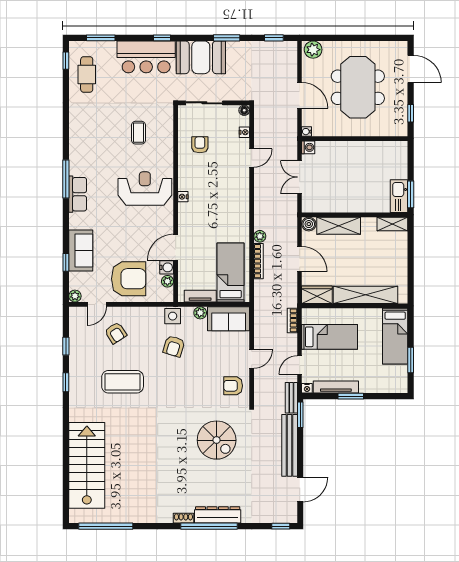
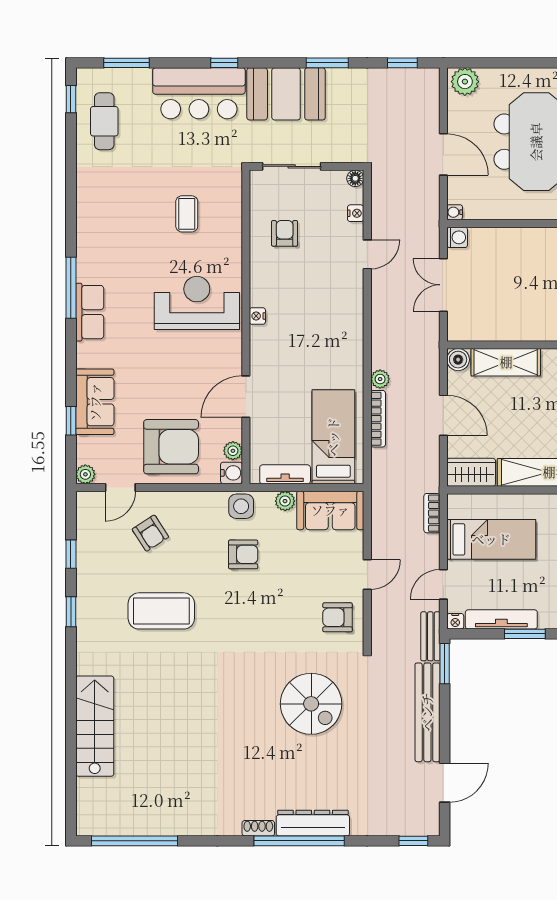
water cooler: (167, 267) -> (231, 473), moved
armchair: (174, 346) -> (243, 554), turned -107
stairs: (87, 465) -> (95, 726), width x0.73, depth x0.66

